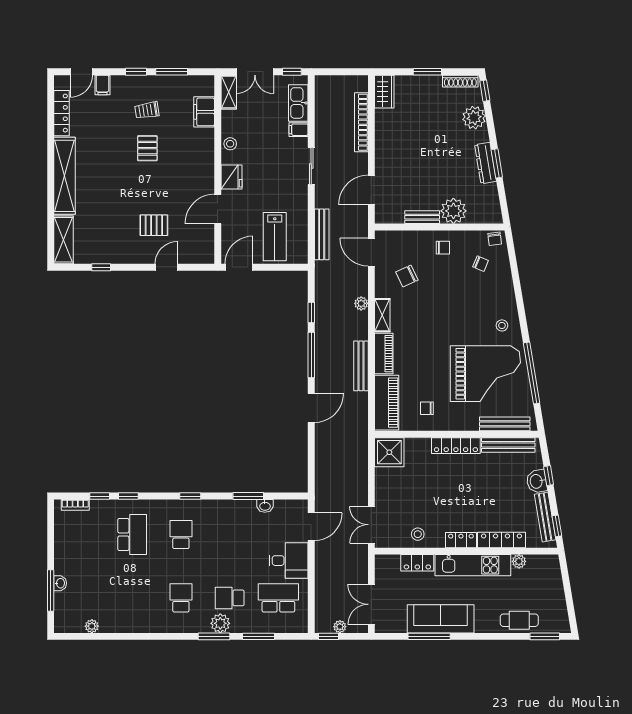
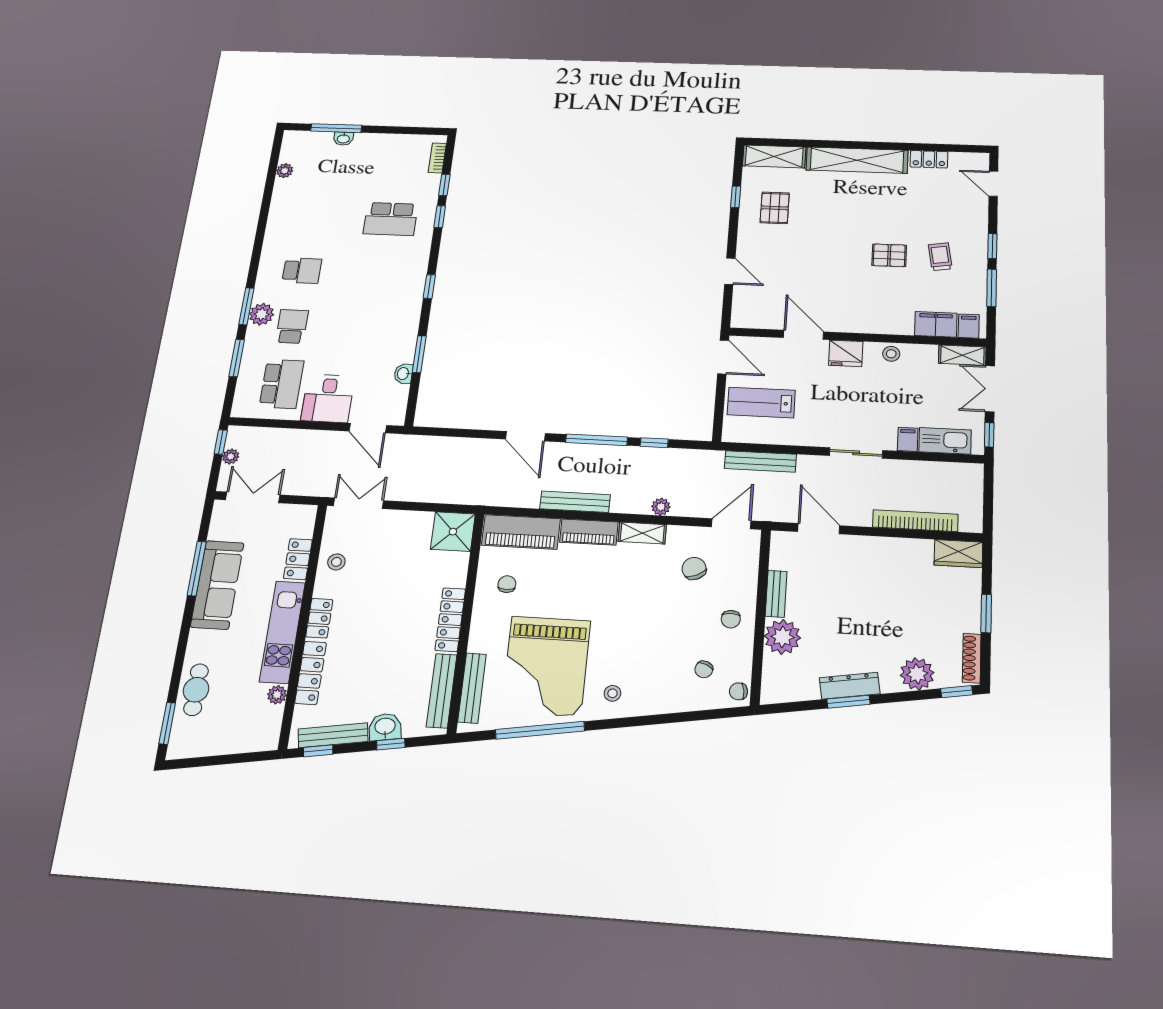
filing cabinet: (103, 85) -> (969, 326), moved, turned 90
locker: (61, 113) -> (929, 159), width x0.66
pallet: (154, 225) -> (775, 208), moved
school desk: (181, 534) -> (382, 274), removed

